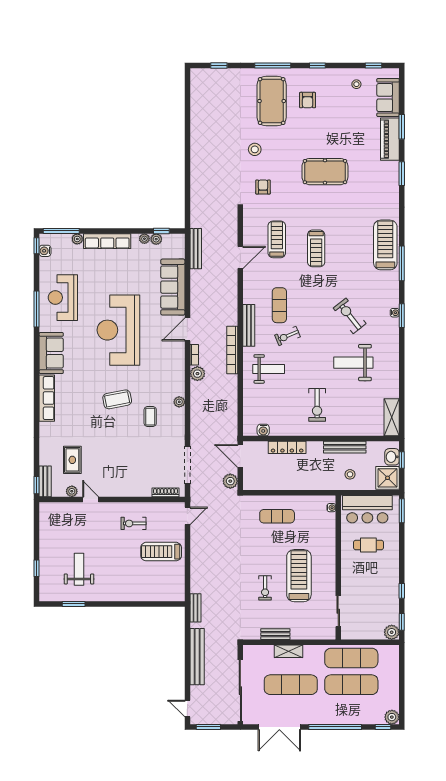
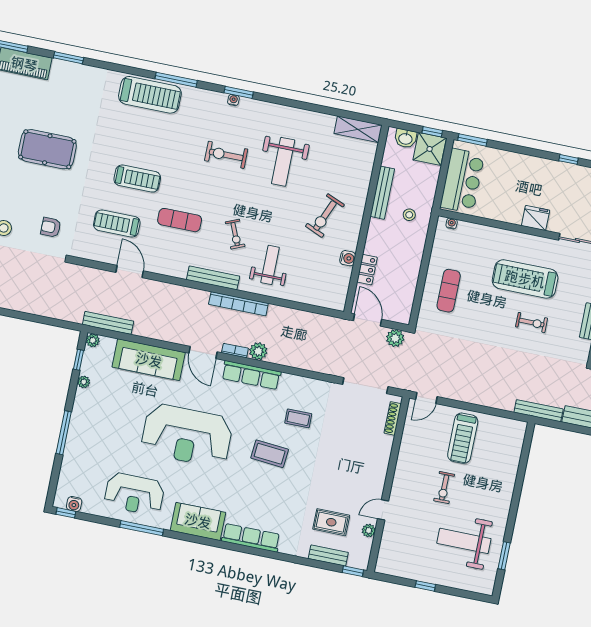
pool table: (325, 172) -> (47, 149), turned 90
window: (61, 231) -> (64, 433), moved
plant: (77, 239) -> (68, 462), removed
plant: (156, 239) -> (93, 340), moved
row of seats: (107, 241) -> (251, 375), moved, turned 90
treadmill: (385, 245) -> (150, 95), turned 180
exercise mat: (279, 305) -> (180, 220), moved
exercise bike: (350, 316) -> (226, 155), turned 38
coffee table: (117, 399) -> (270, 454), turned -74
plant: (179, 402) -> (288, 380), removed
exercise bike: (317, 405) -> (325, 216), turned 113
water cooler: (263, 430) -> (348, 258), moved
locker: (287, 447) -> (367, 270), width x0.66
door: (240, 456) -> (367, 320), swing flipped
window: (402, 460) -> (432, 132), moved
stool: (350, 474) -> (409, 215), moved
bench: (45, 481) -> (328, 556), moved
door: (187, 516) -> (426, 398), swing flipped
exercise bike: (134, 523) -> (444, 488), moved
cafe table: (368, 545) -> (505, 188), removed
window: (37, 568) -> (425, 586), moved
weight bench: (79, 569) -> (464, 541), width x1.36, depth x1.33
fridge: (350, 574) -> (536, 218), added
bench: (196, 608) -> (539, 411), width x1.36

